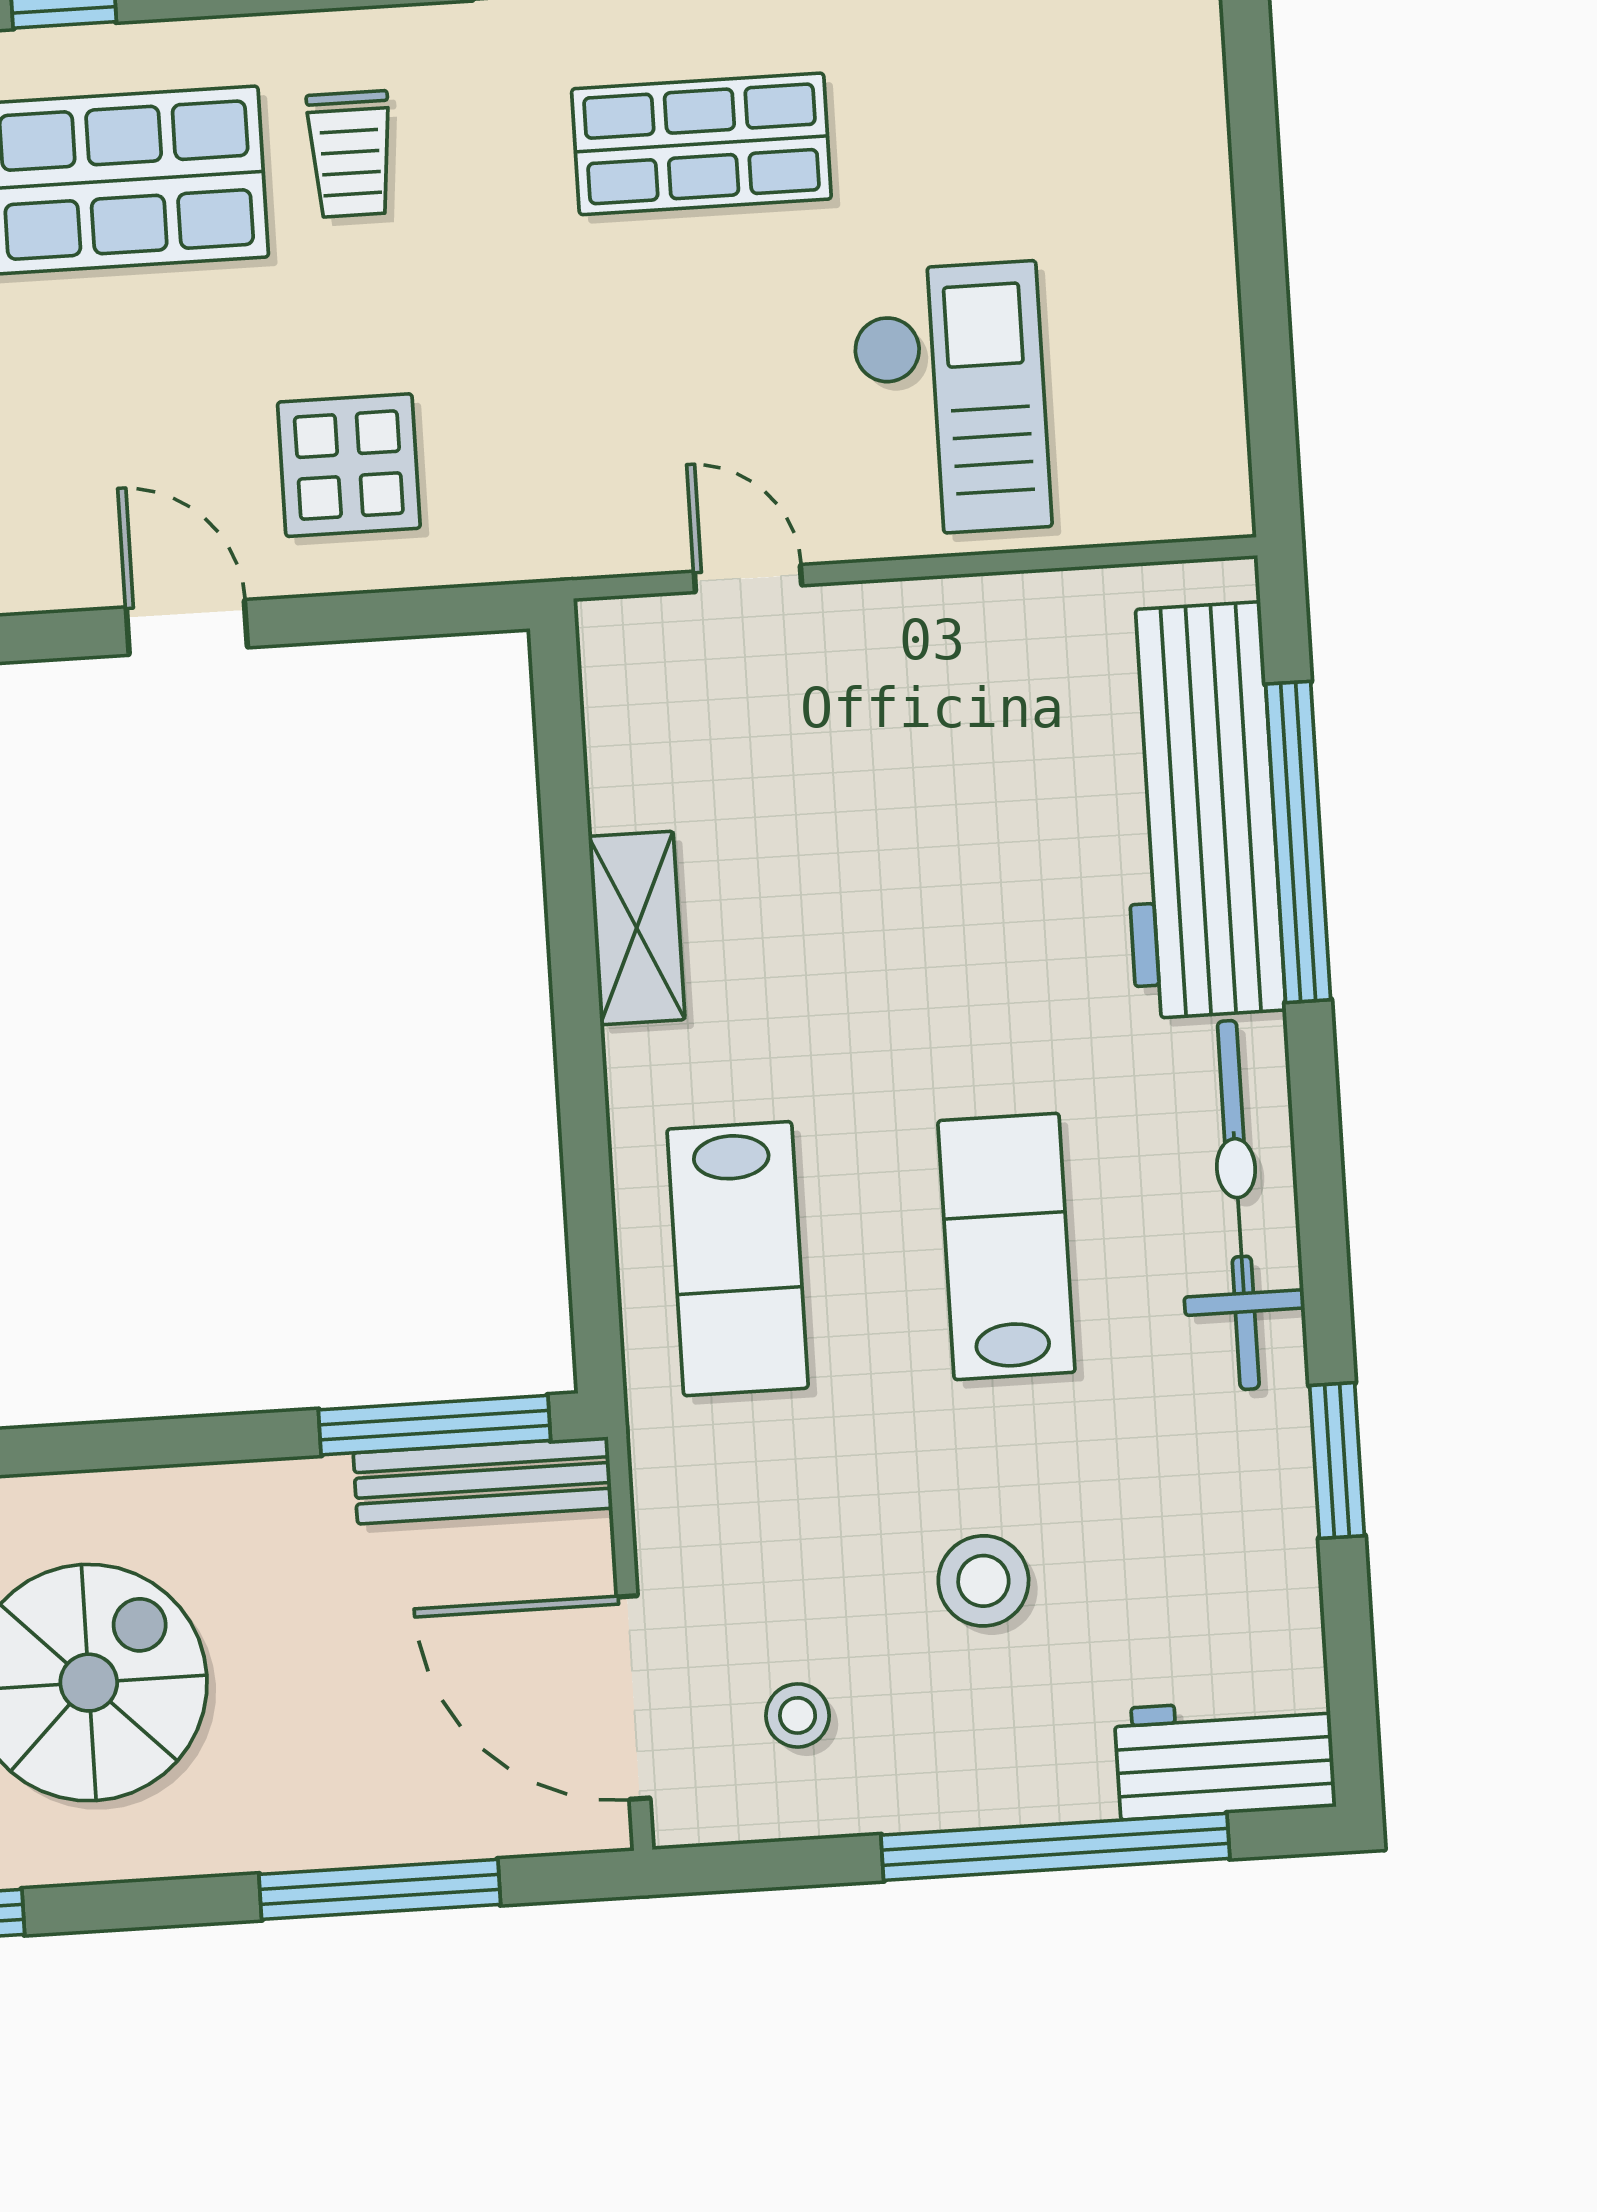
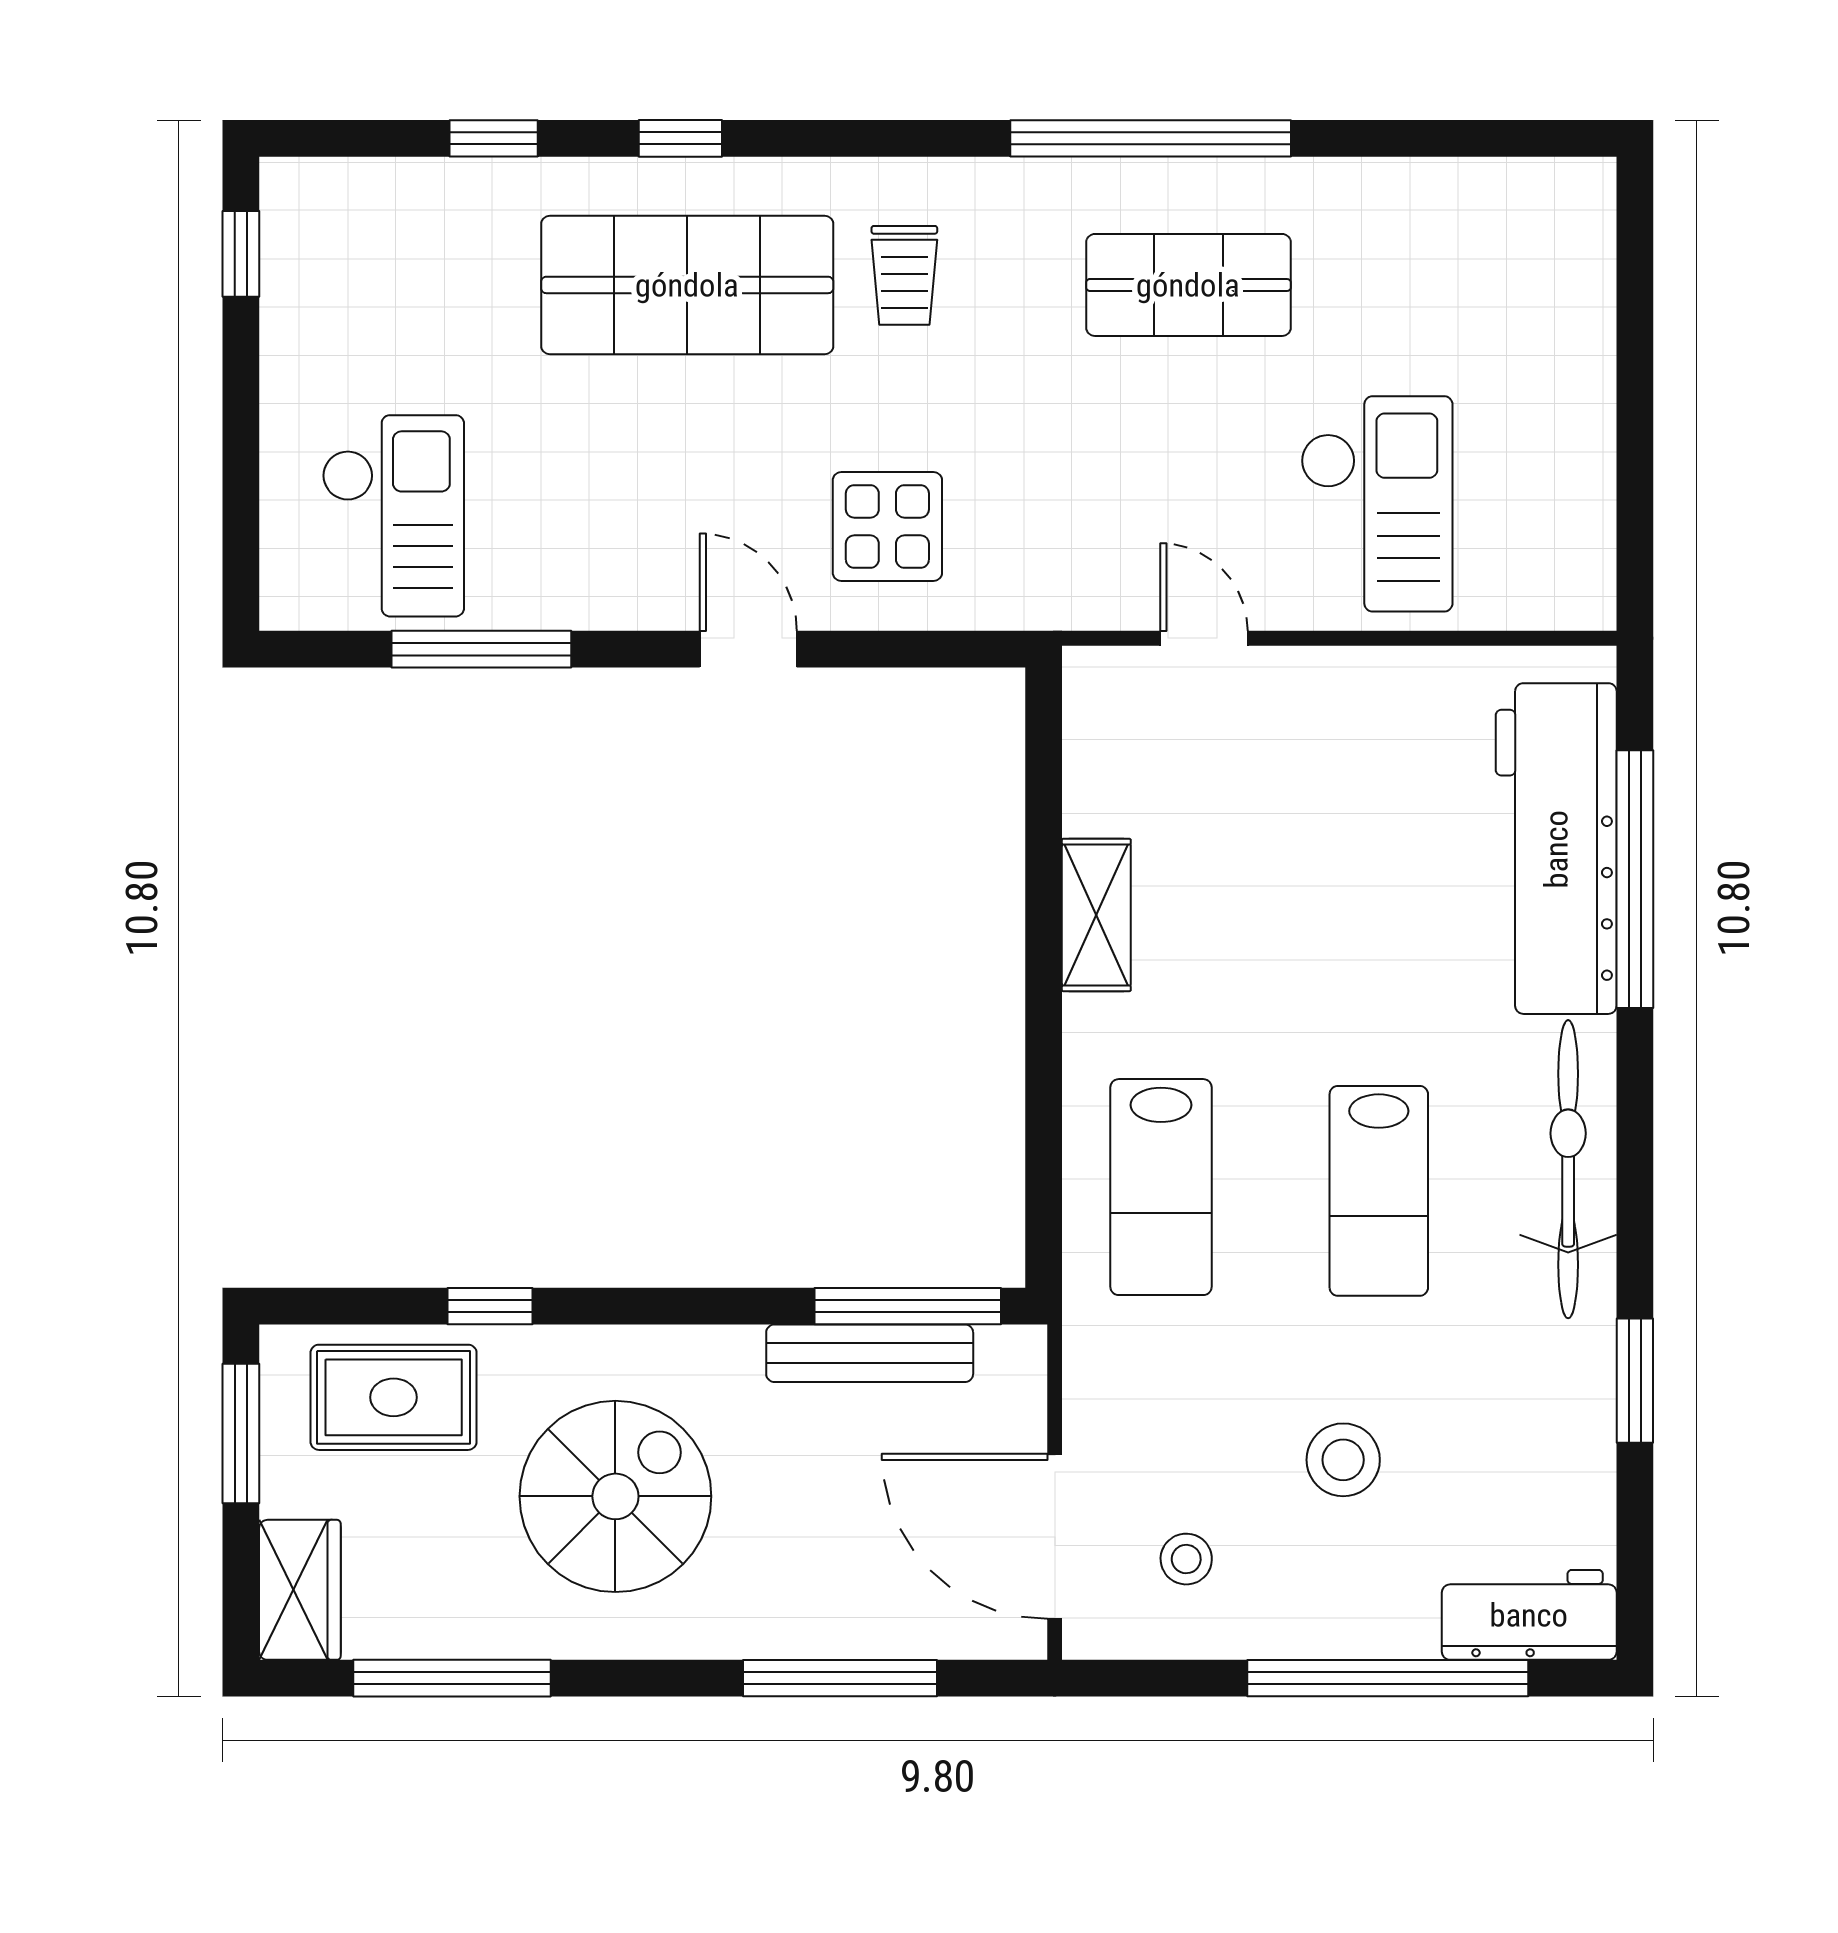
lab bench: (1006, 1246) -> (1379, 1191), turned 180
bench: (483, 1480) -> (870, 1353), moved

